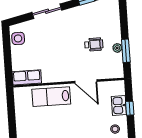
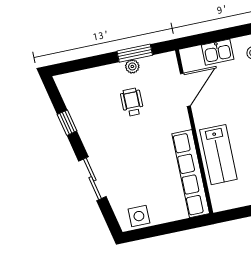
row of seats: (27, 77) -> (191, 174), width x2.02
door: (86, 81) -> (185, 90), moved
window: (130, 108) -> (220, 35), removed

